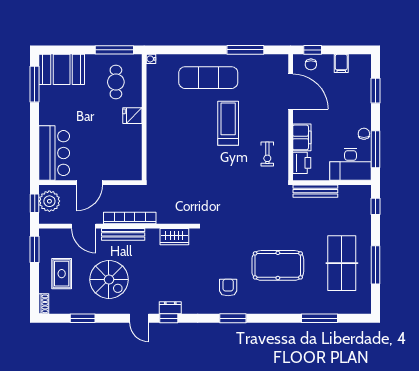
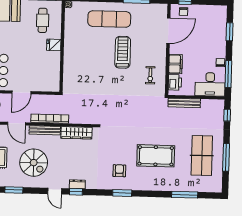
filing cabinet: (341, 63) -> (205, 11), removed
door: (291, 92) -> (168, 31), hinge flipped
wardrobe: (174, 237) -> (76, 133), width x1.50

